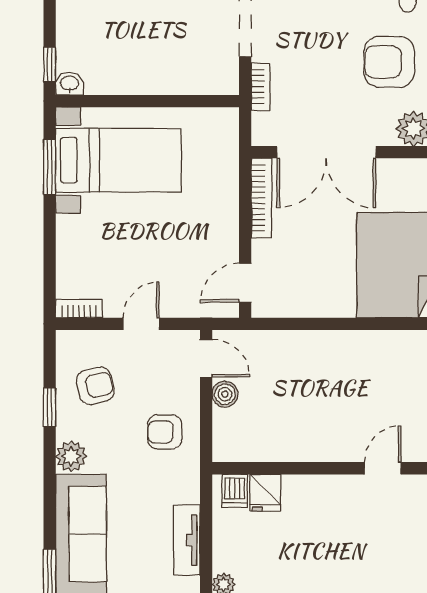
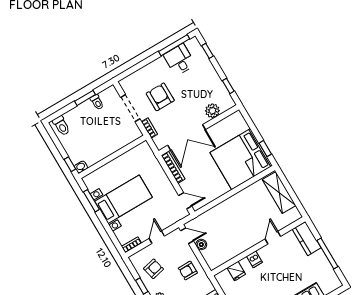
armchair: (389, 62) -> (160, 97), moved, turned 90
bed with nightstands: (118, 160) -> (124, 199), moved
door: (245, 283) -> (185, 201), swing flipped
dishwasher: (235, 491) -> (254, 259), moved

